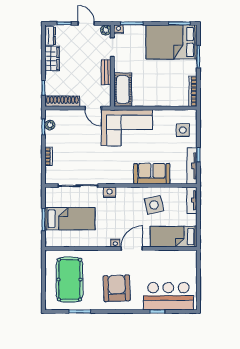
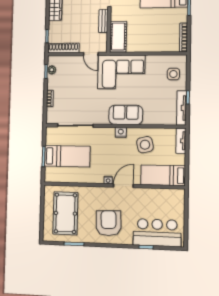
sofa: (152, 174) -> (126, 115), moved
nightstand: (110, 192) -> (121, 132), moved

